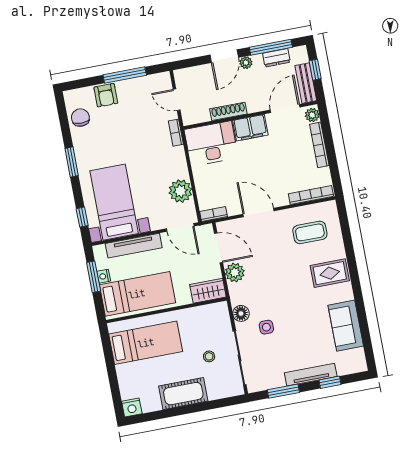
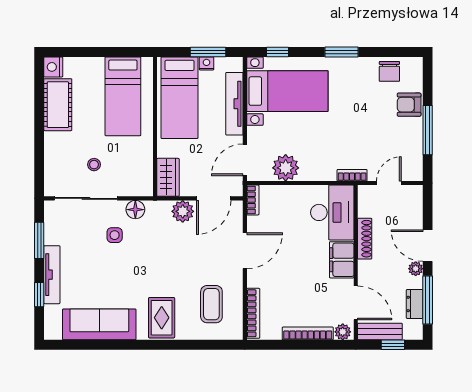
chair: (80, 118) -> (389, 71), turned 90
sofa: (346, 326) -> (99, 324), width x1.36
cot: (183, 394) -> (58, 105), moved

